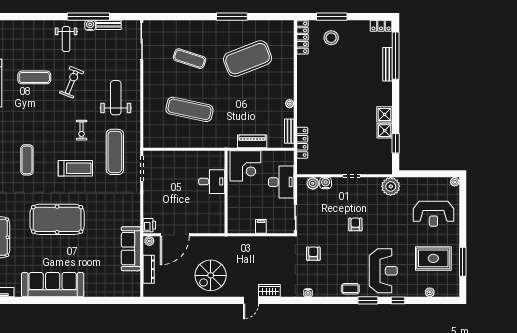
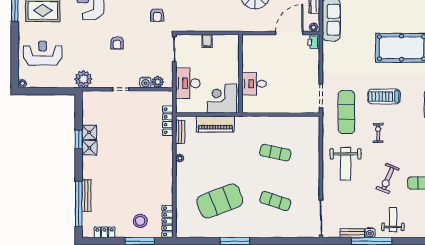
locker: (381, 26) -> (104, 232), moved
exercise mat: (189, 109) -> (275, 153), width x0.73, depth x0.69
piano: (252, 141) -> (215, 124), width x1.37, depth x1.33
window: (396, 143) -> (79, 139), moved

